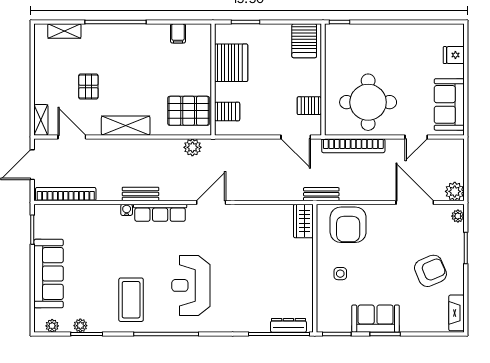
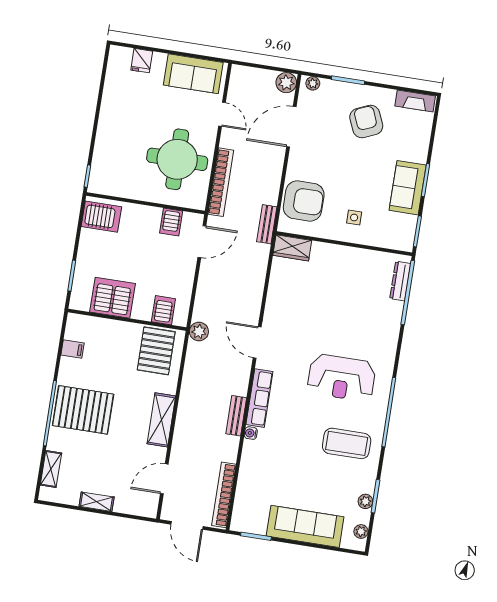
pallet: (88, 87) -> (83, 410), moved, width x2.05, depth x2.00
shelving: (41, 120) -> (97, 502), moved
plant: (192, 147) -> (199, 332), moved

